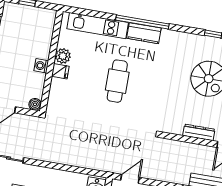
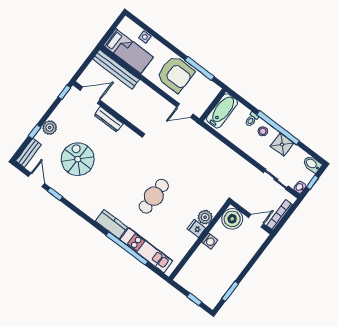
window: (142, 22) -> (127, 248), moved
plant: (63, 56) -> (205, 217), moved
boiler: (35, 104) -> (232, 219), width x1.86, depth x1.86

